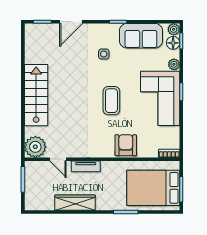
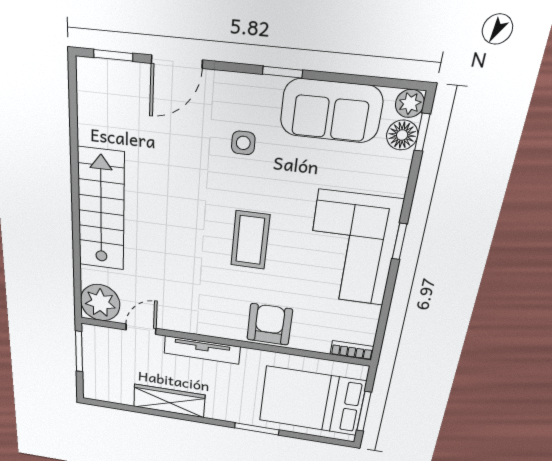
plant: (174, 64) -> (395, 183), removed
door: (58, 159) -> (141, 329), swing flipped
tv unit: (86, 166) -> (202, 350), width x1.41

